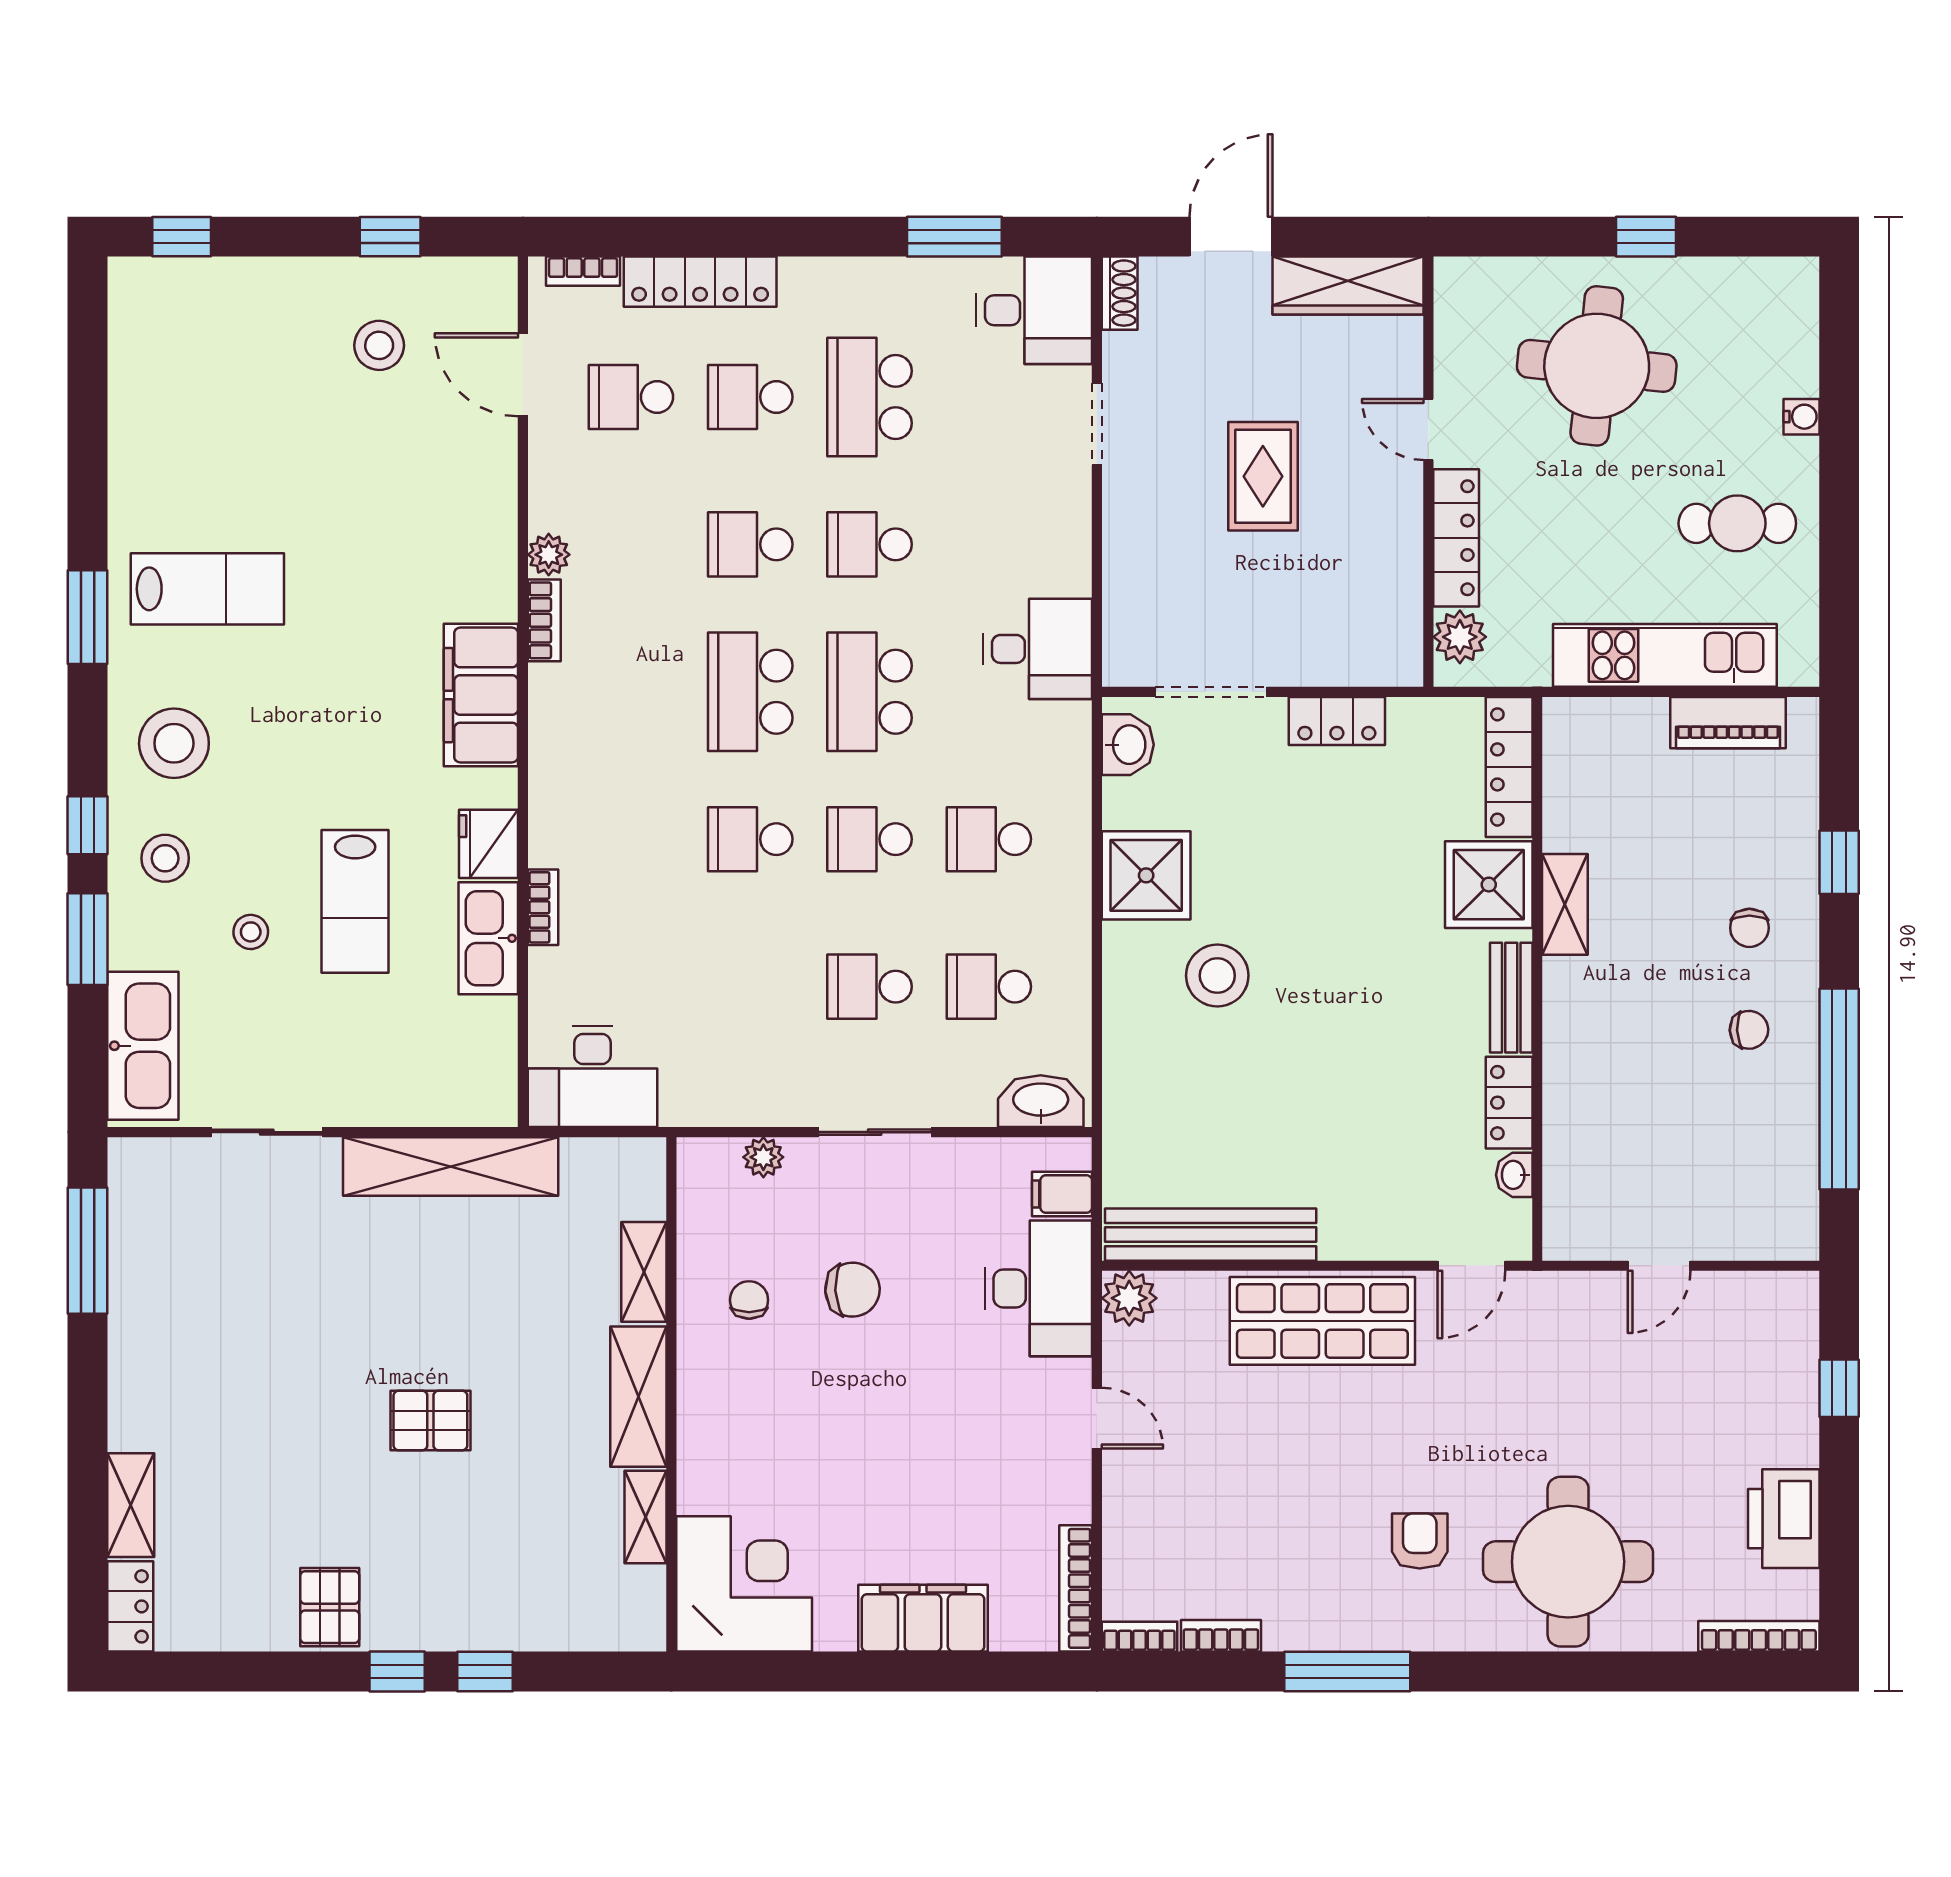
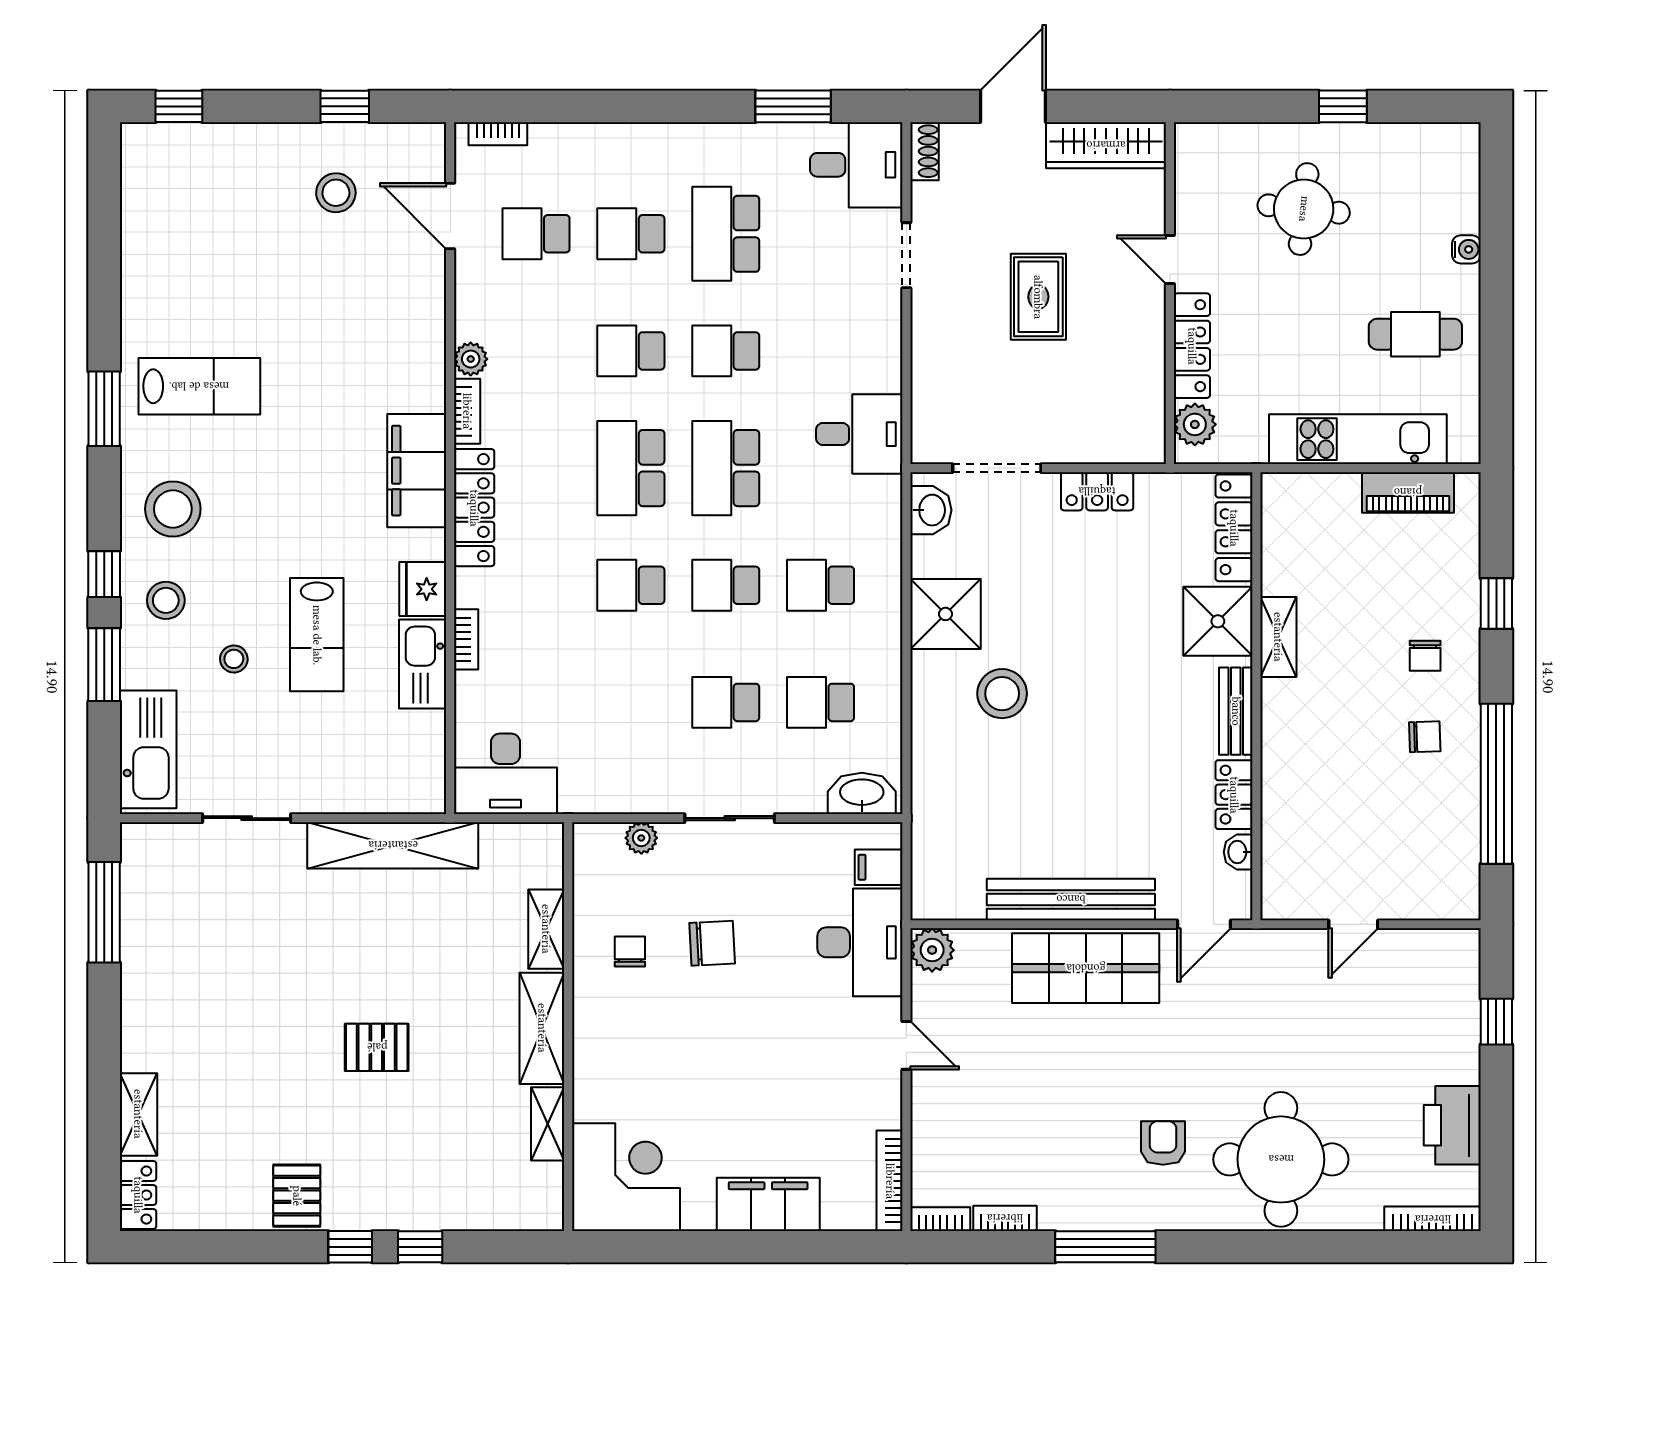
locker: (700, 282) -> (474, 508), moved, turned -90
round table: (1597, 366) -> (1304, 209), width x0.73, depth x0.73
bench: (1211, 1235) -> (1071, 899), moved

